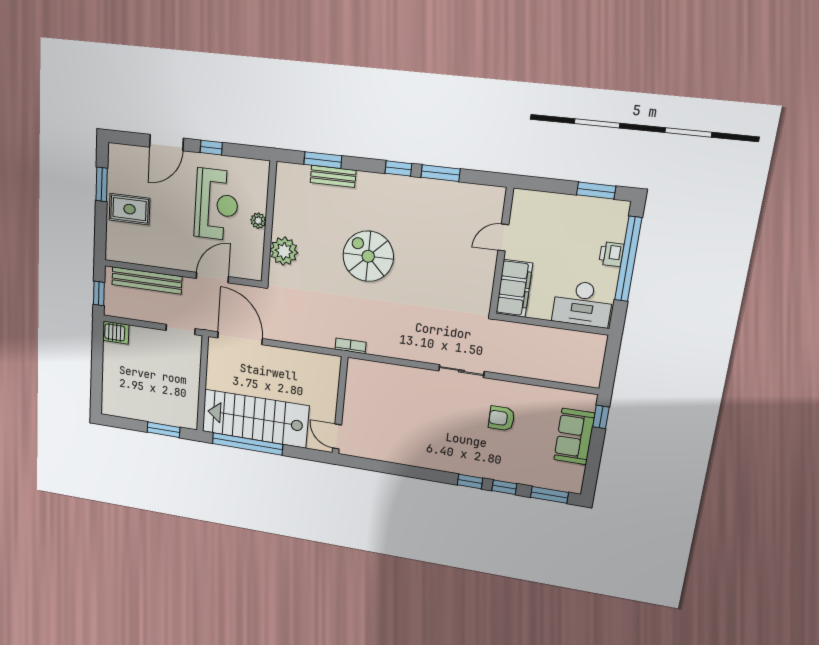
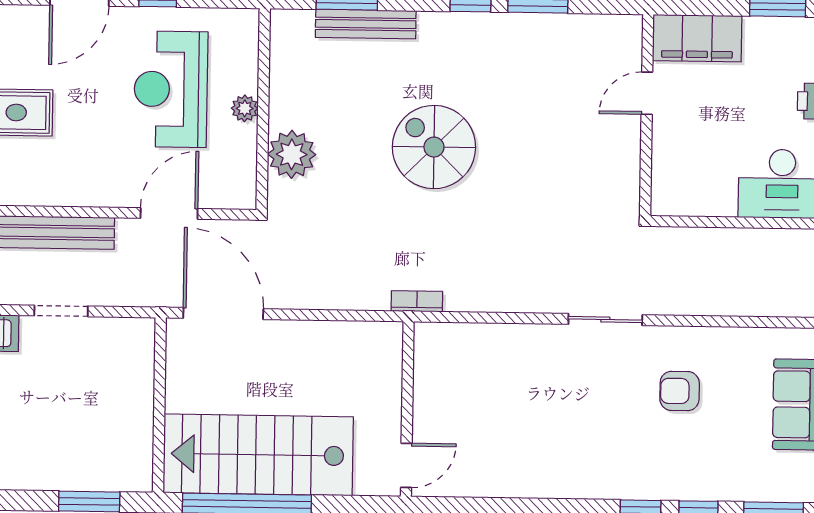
bench: (333, 176) -> (366, 24), width x1.36
reception desk: (216, 205) -> (171, 89), turned 180
filing cabinet: (514, 288) -> (697, 38), moved, turned 90
doorway: (181, 329) -> (61, 311), moved
door: (337, 437) -> (406, 465), swing flipped

